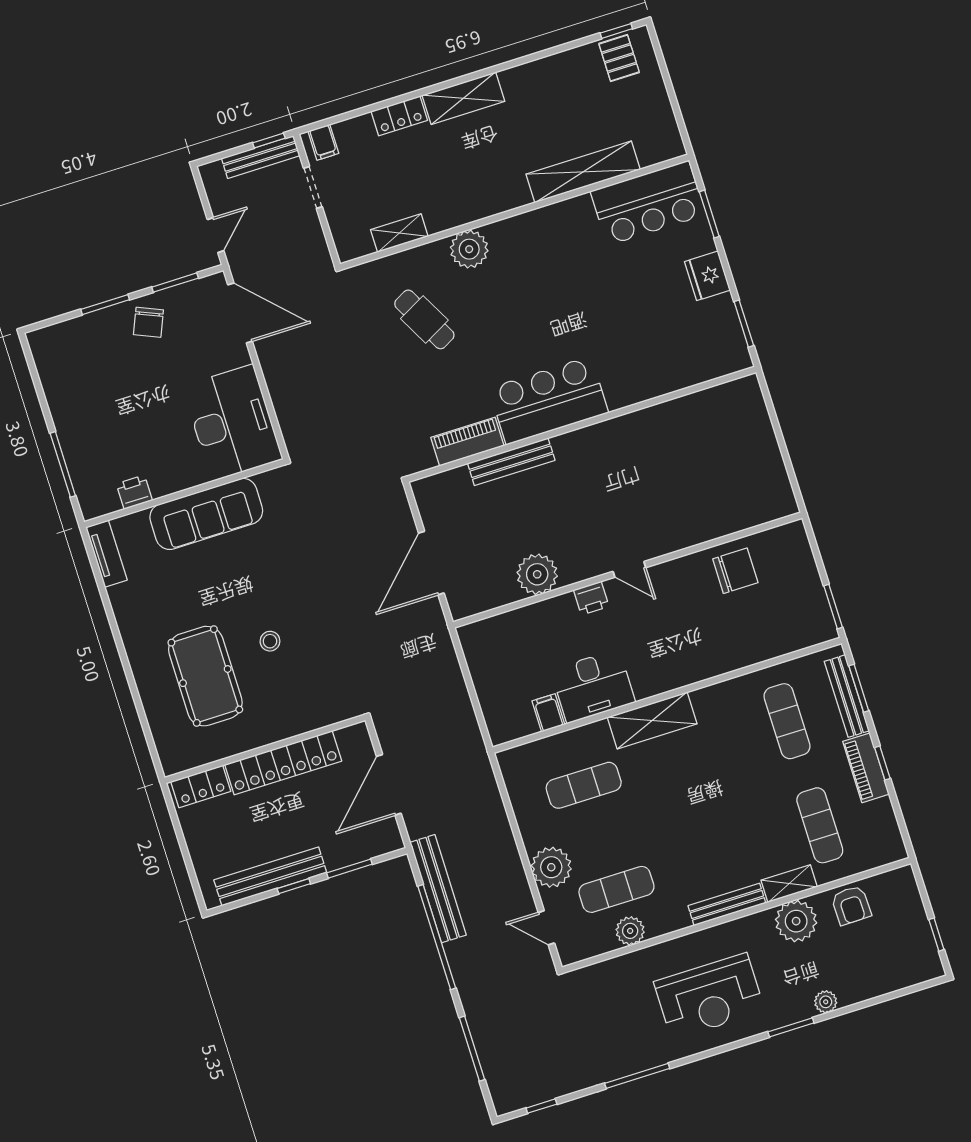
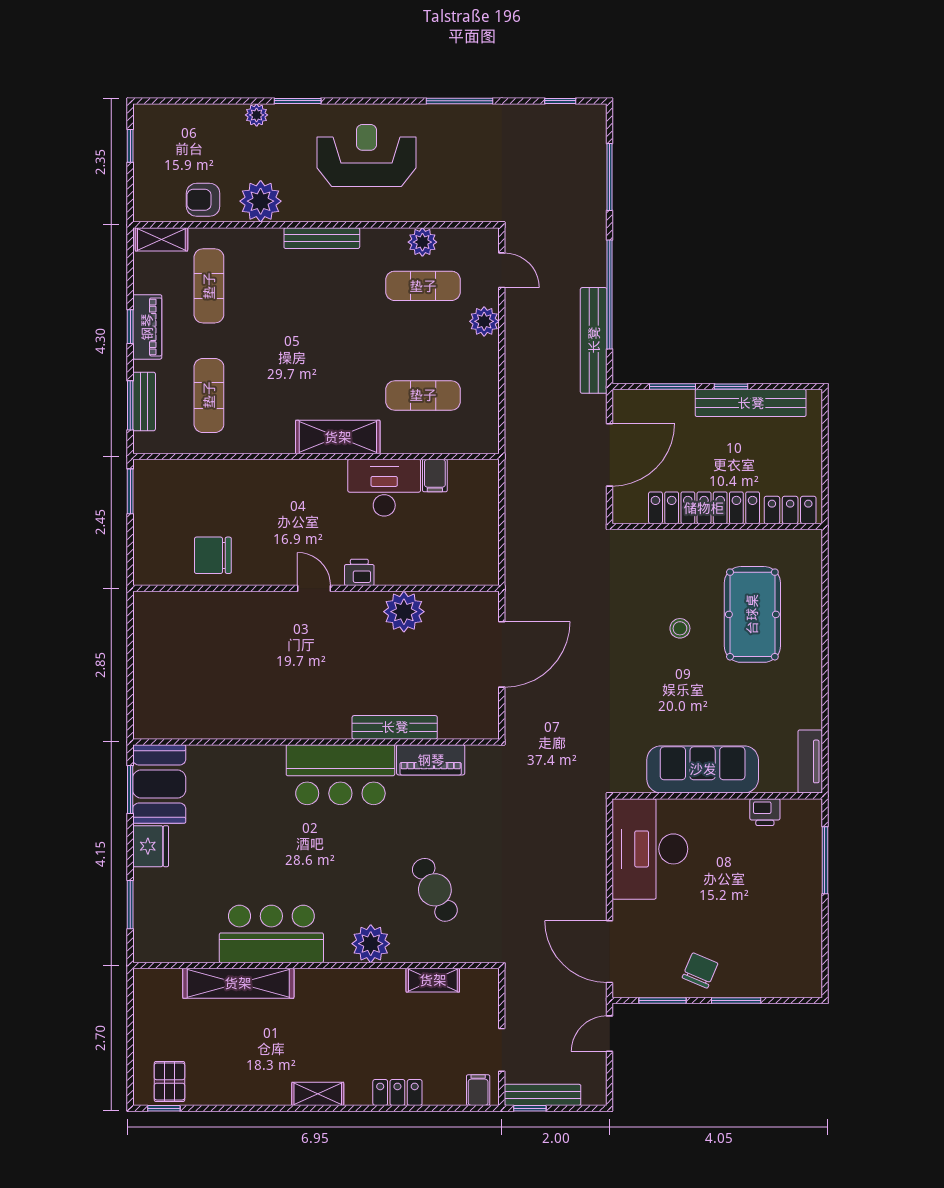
shelving: (463, 98) -> (318, 1094), width x0.67, depth x0.75
bar counter: (648, 203) -> (271, 934), moved
booth: (718, 337) -> (159, 784), added
bench: (847, 696) -> (144, 401), width x0.73
plant: (551, 867) -> (484, 321), width x0.73, depth x0.73
shelving: (789, 884) -> (161, 239), moved
armchair: (851, 905) -> (203, 200), turned -89

